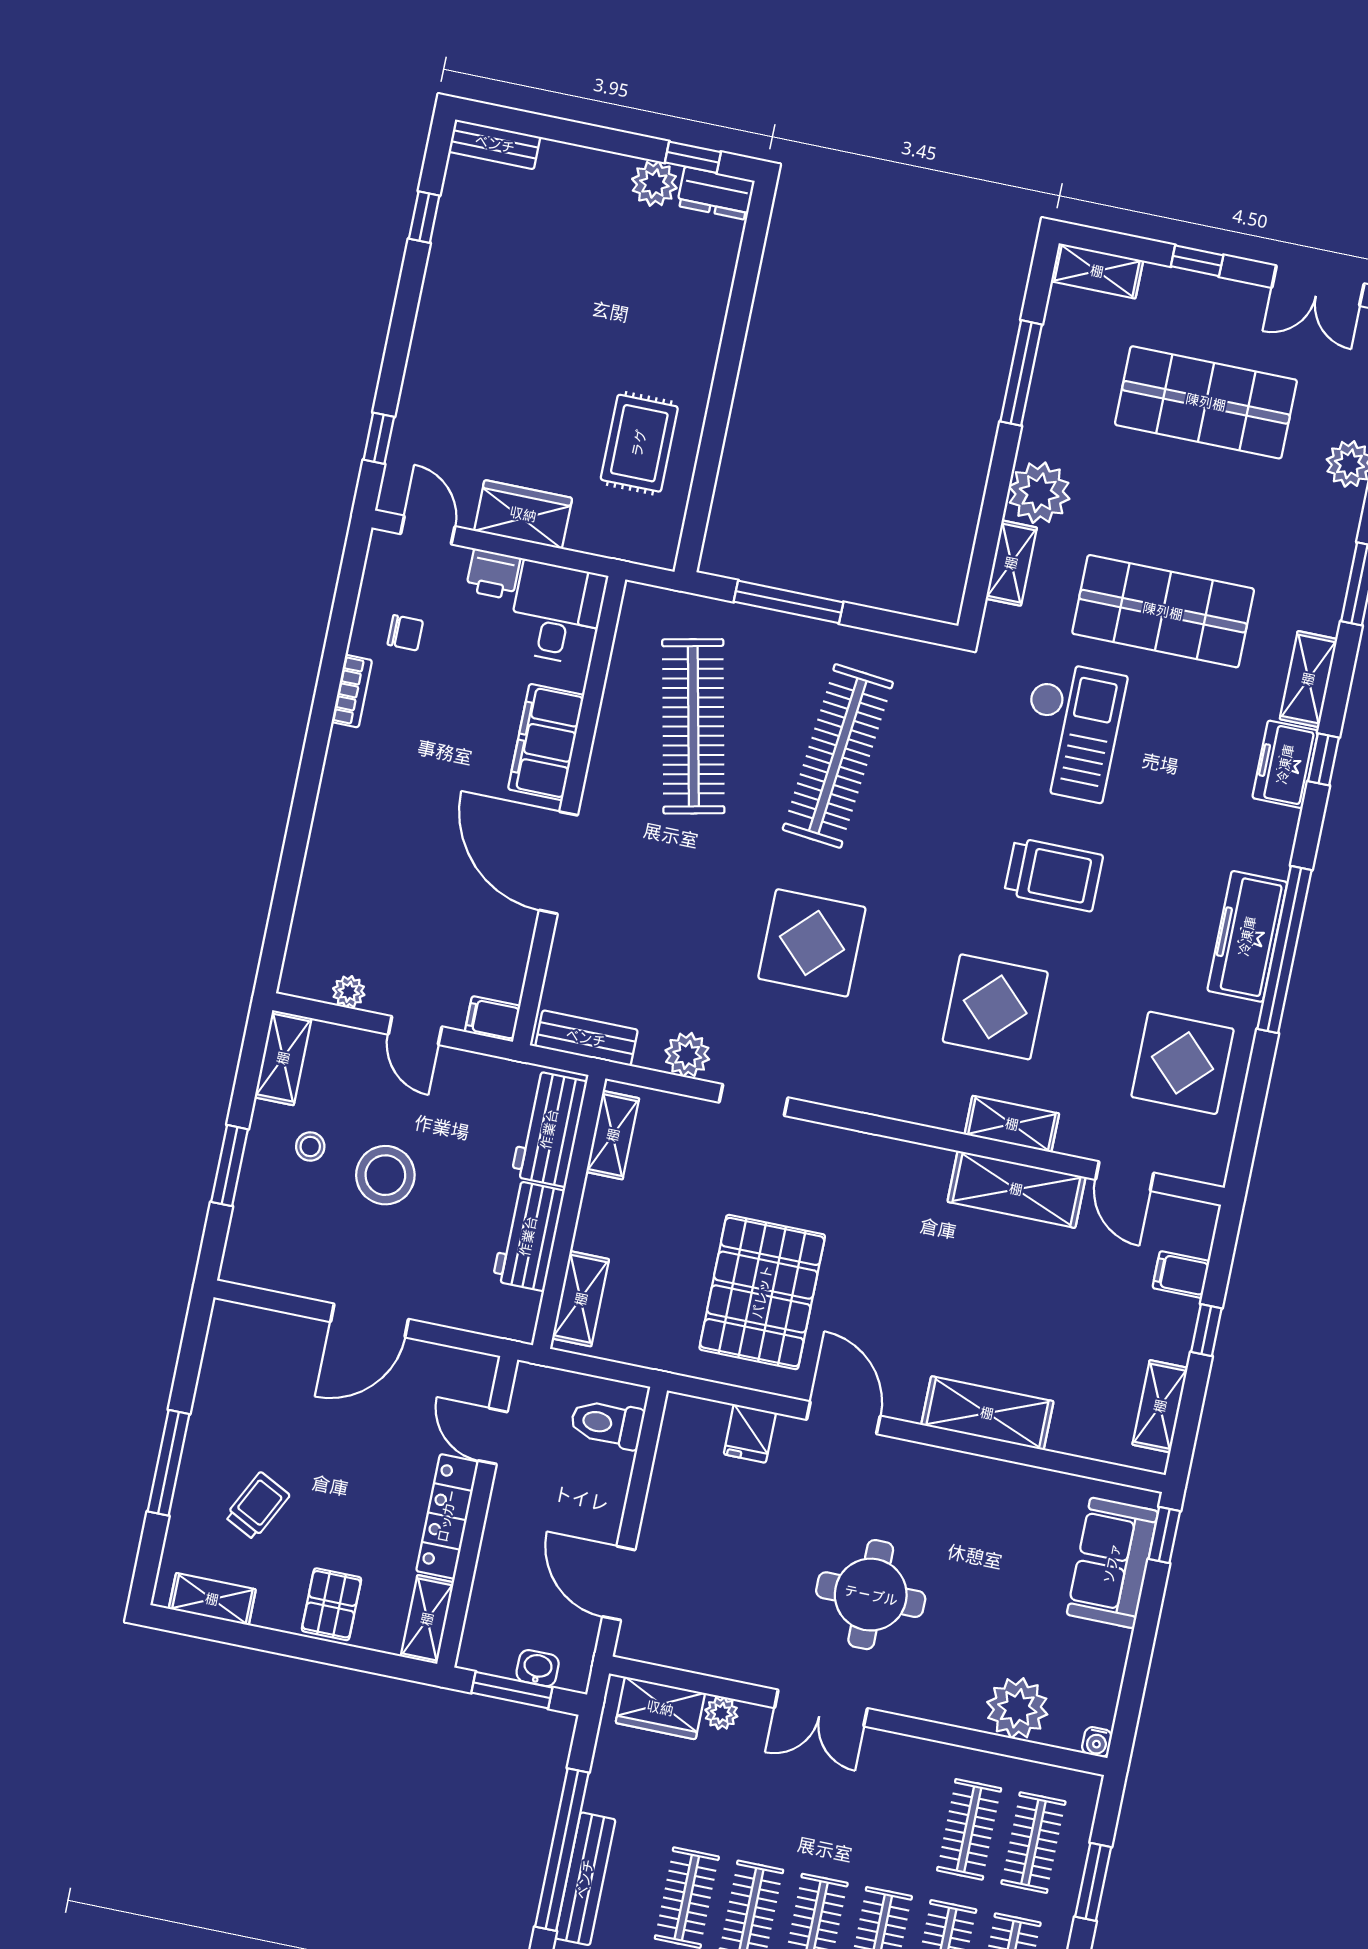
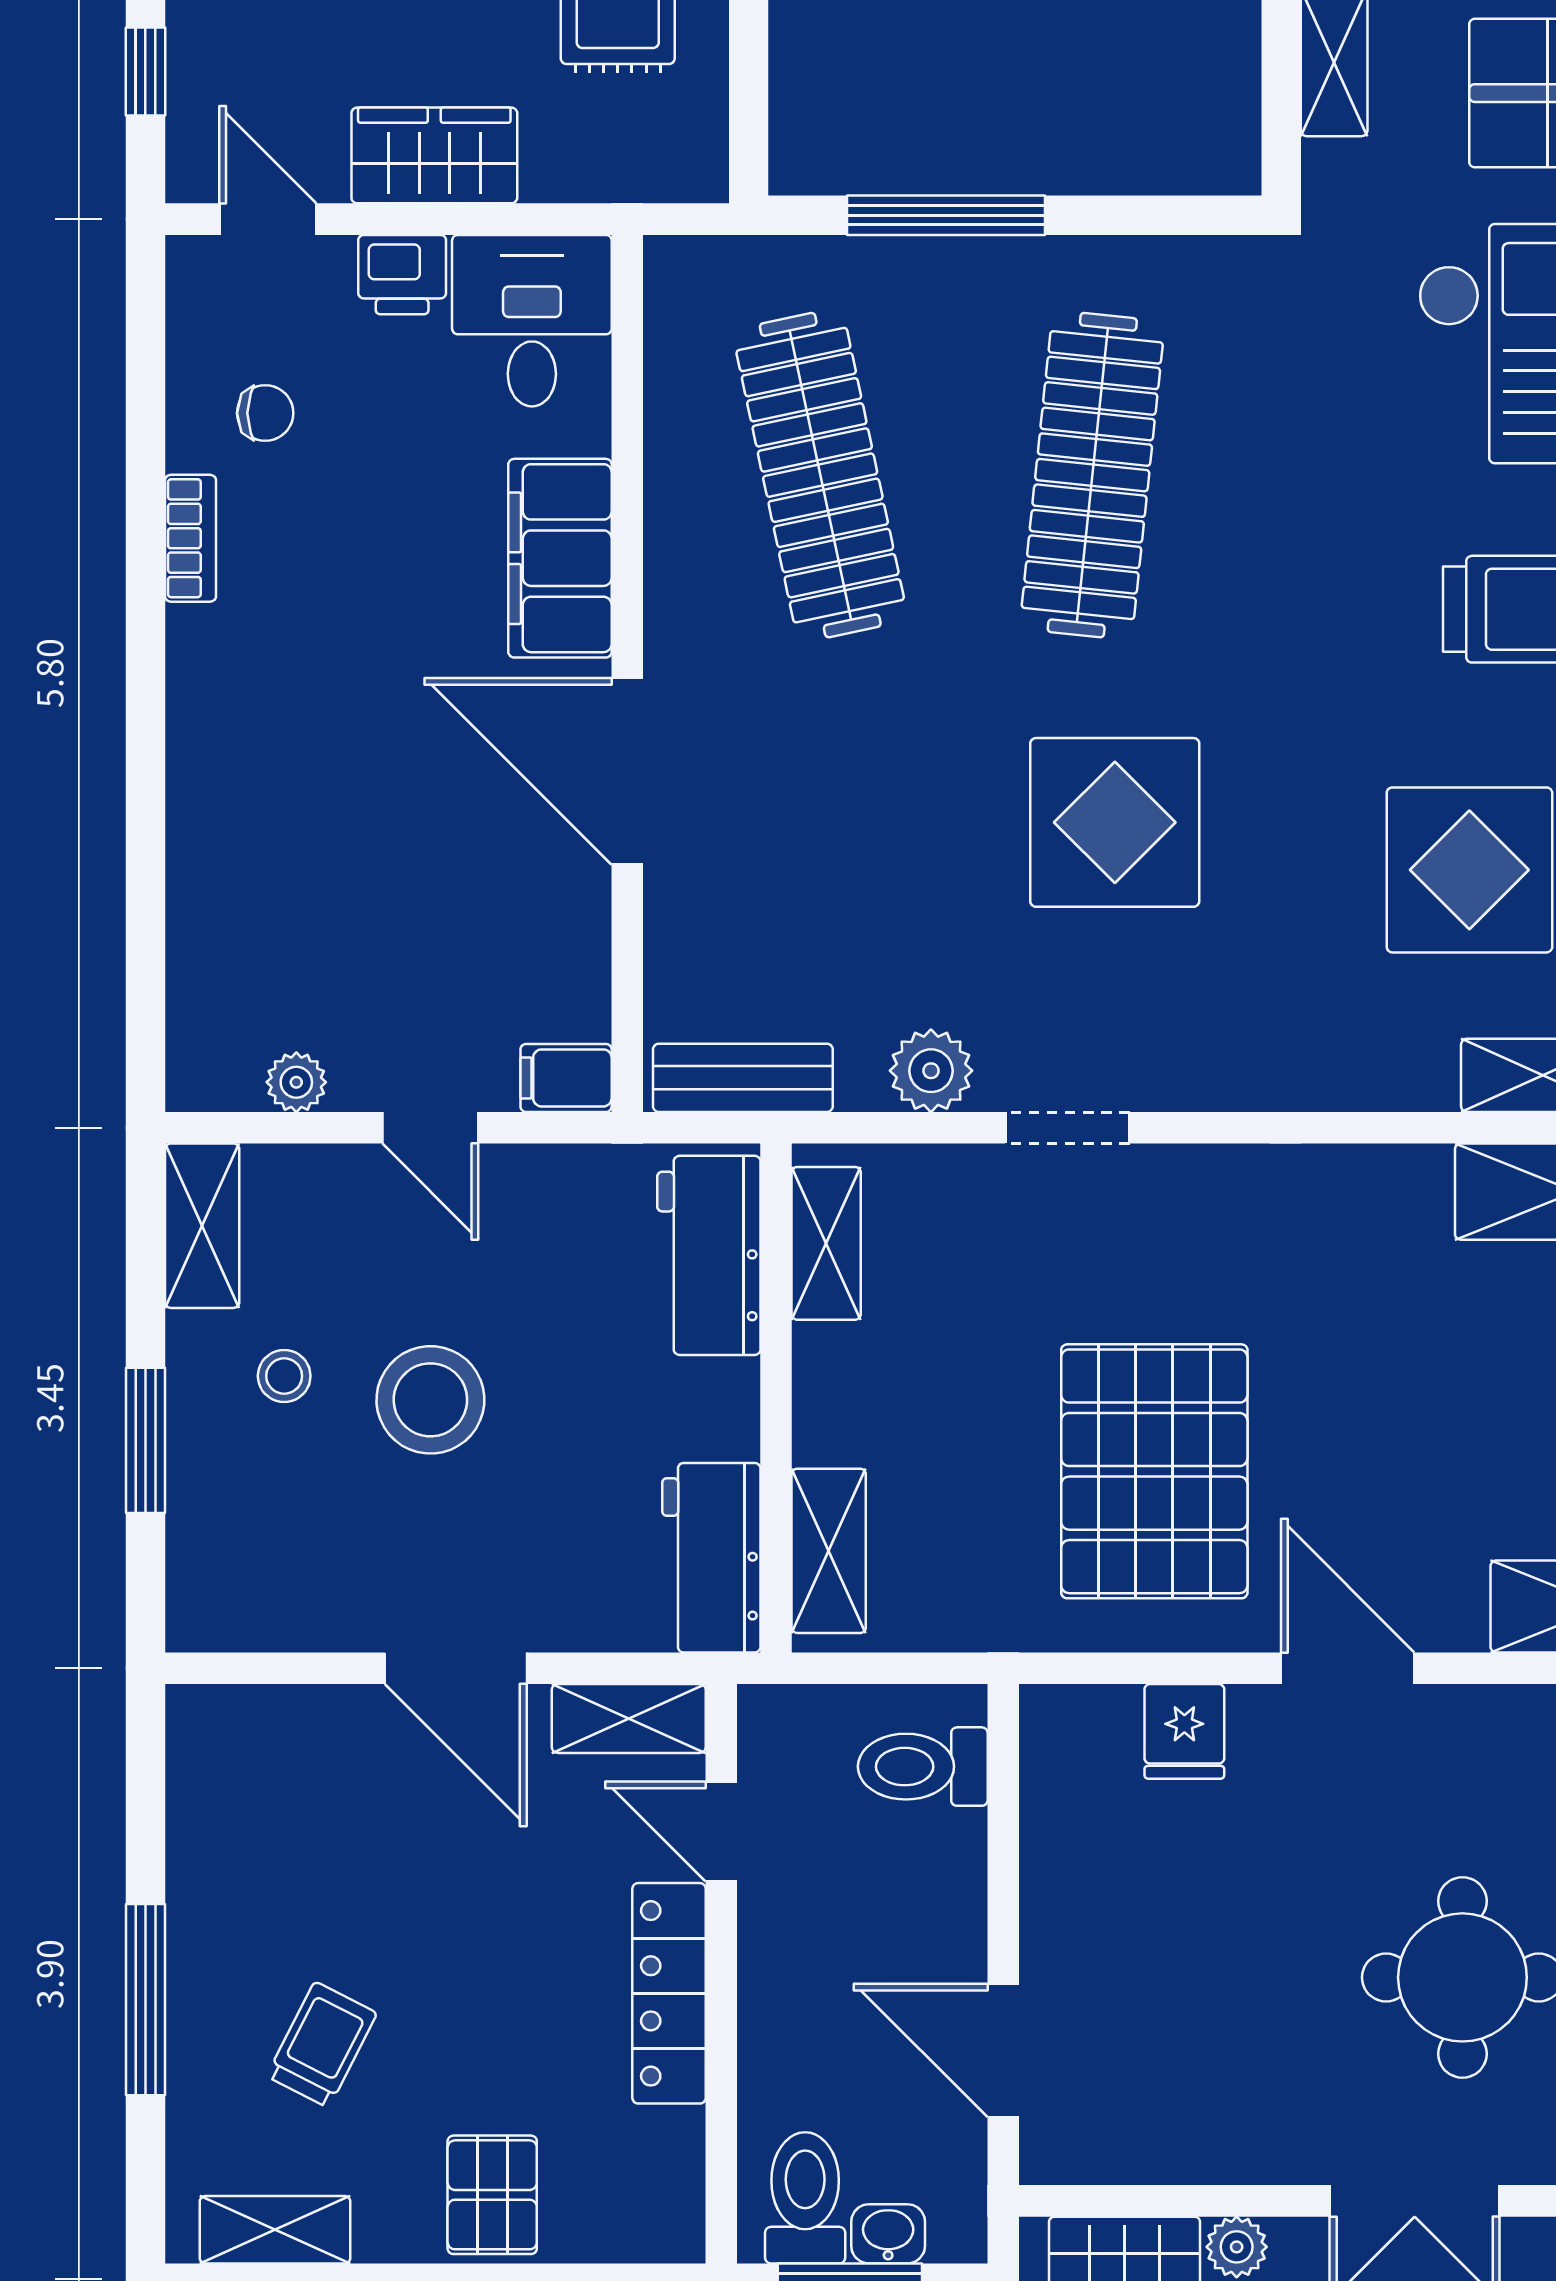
workbench: (528, 1236) -> (711, 1558), moved
door: (370, 1320) -> (456, 1668), hinge flipped
shelving: (427, 1619) -> (629, 1718), moved, turned 90
toilet: (497, 1640) -> (805, 2198), added

